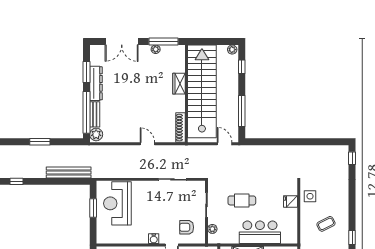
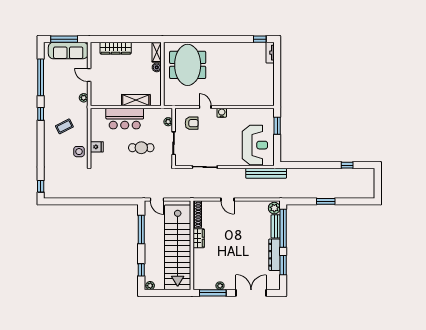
wardrobe: (179, 84) -> (199, 238), moved
bench: (69, 173) -> (266, 173), moved
window: (93, 208) -> (277, 126), moved

